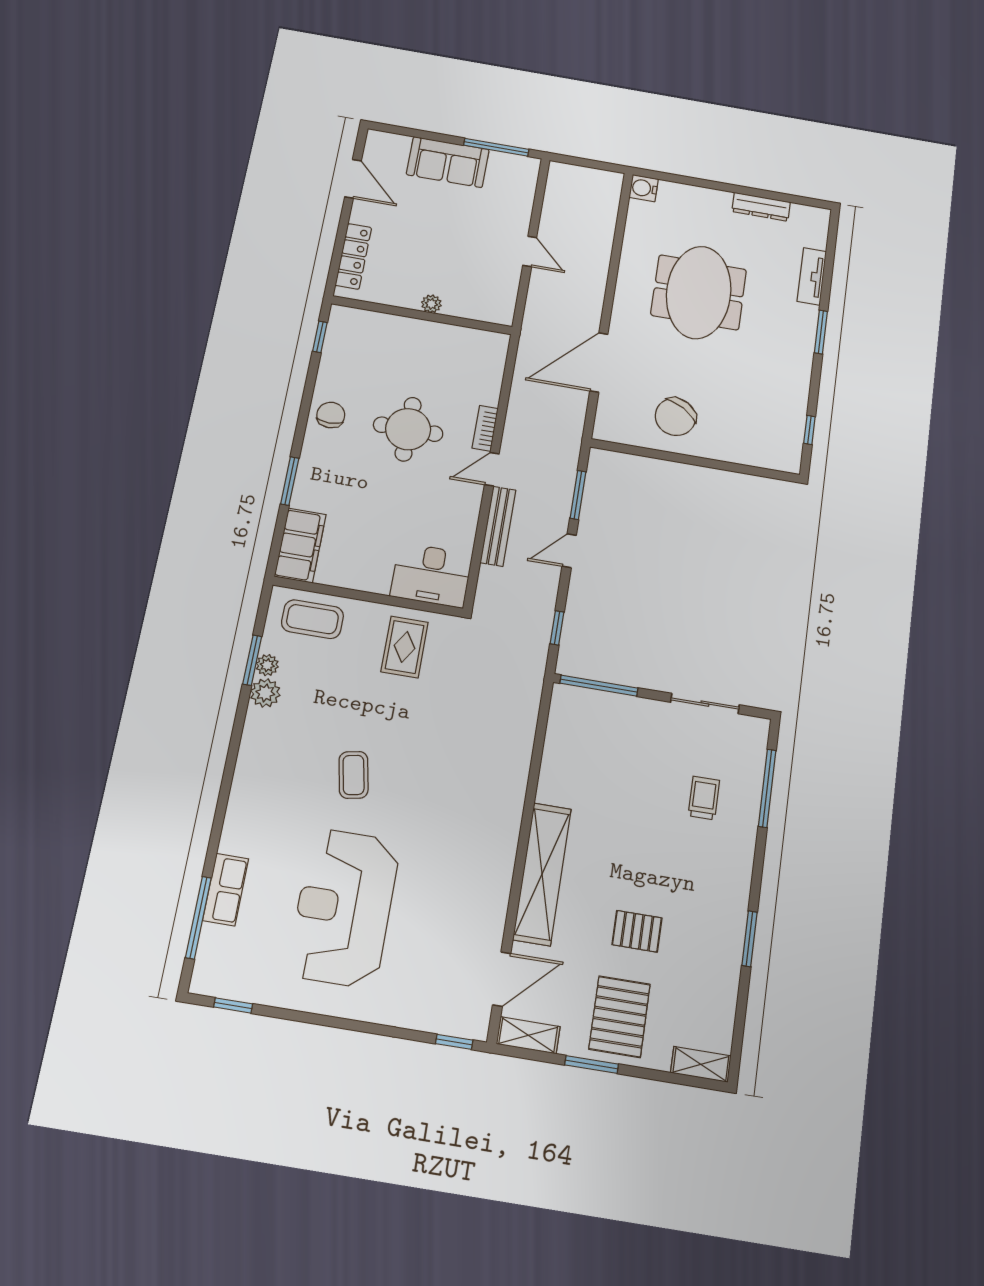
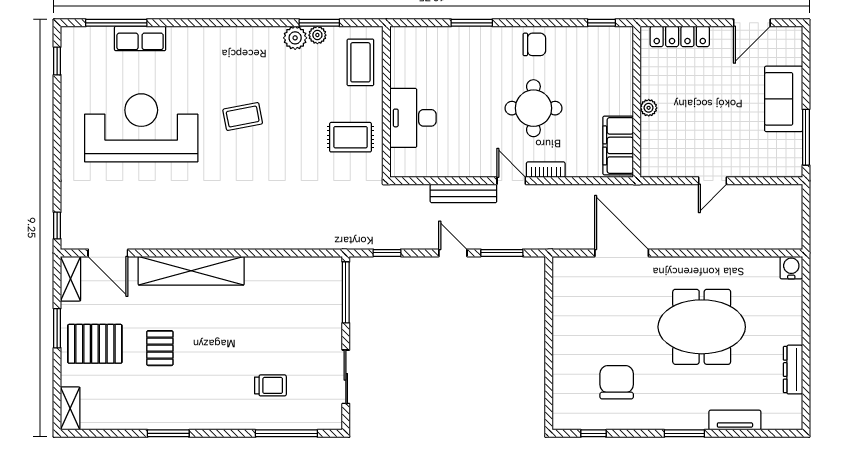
chair: (675, 417) -> (617, 382), moved, turned 58
filing cabinet: (300, 545) -> (618, 145), moved, turned 90
desk: (431, 575) -> (413, 118), moved

